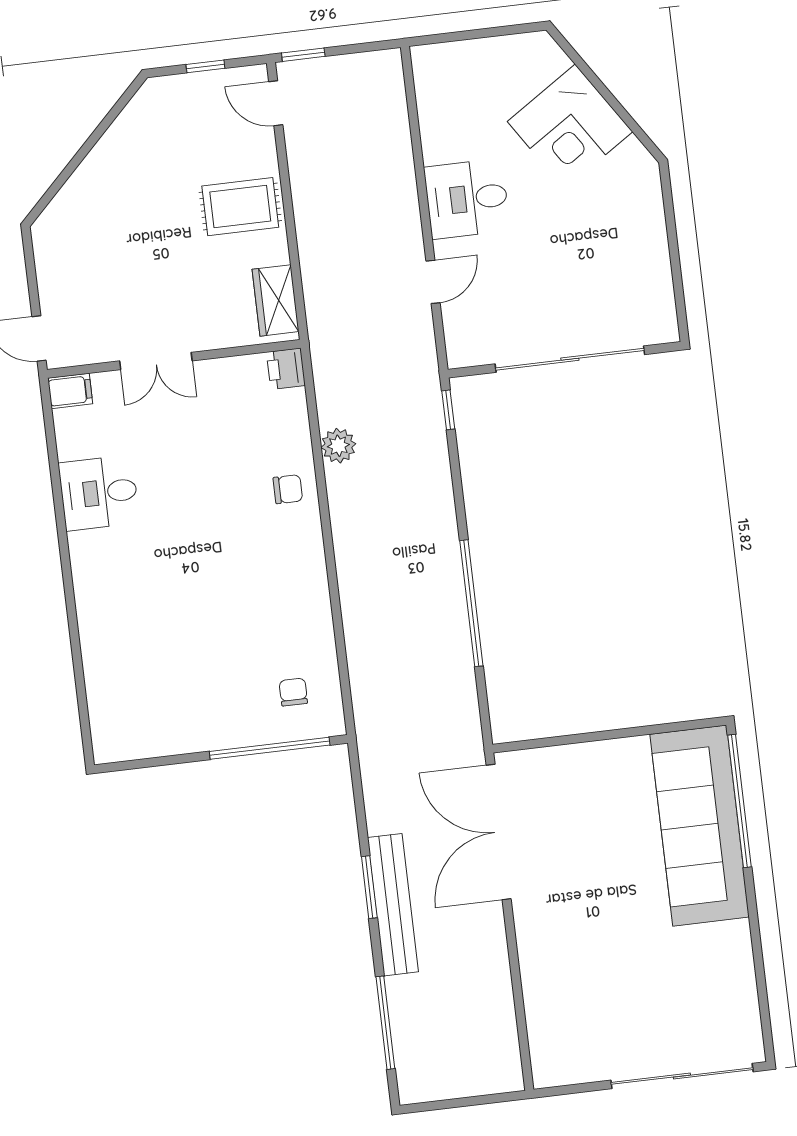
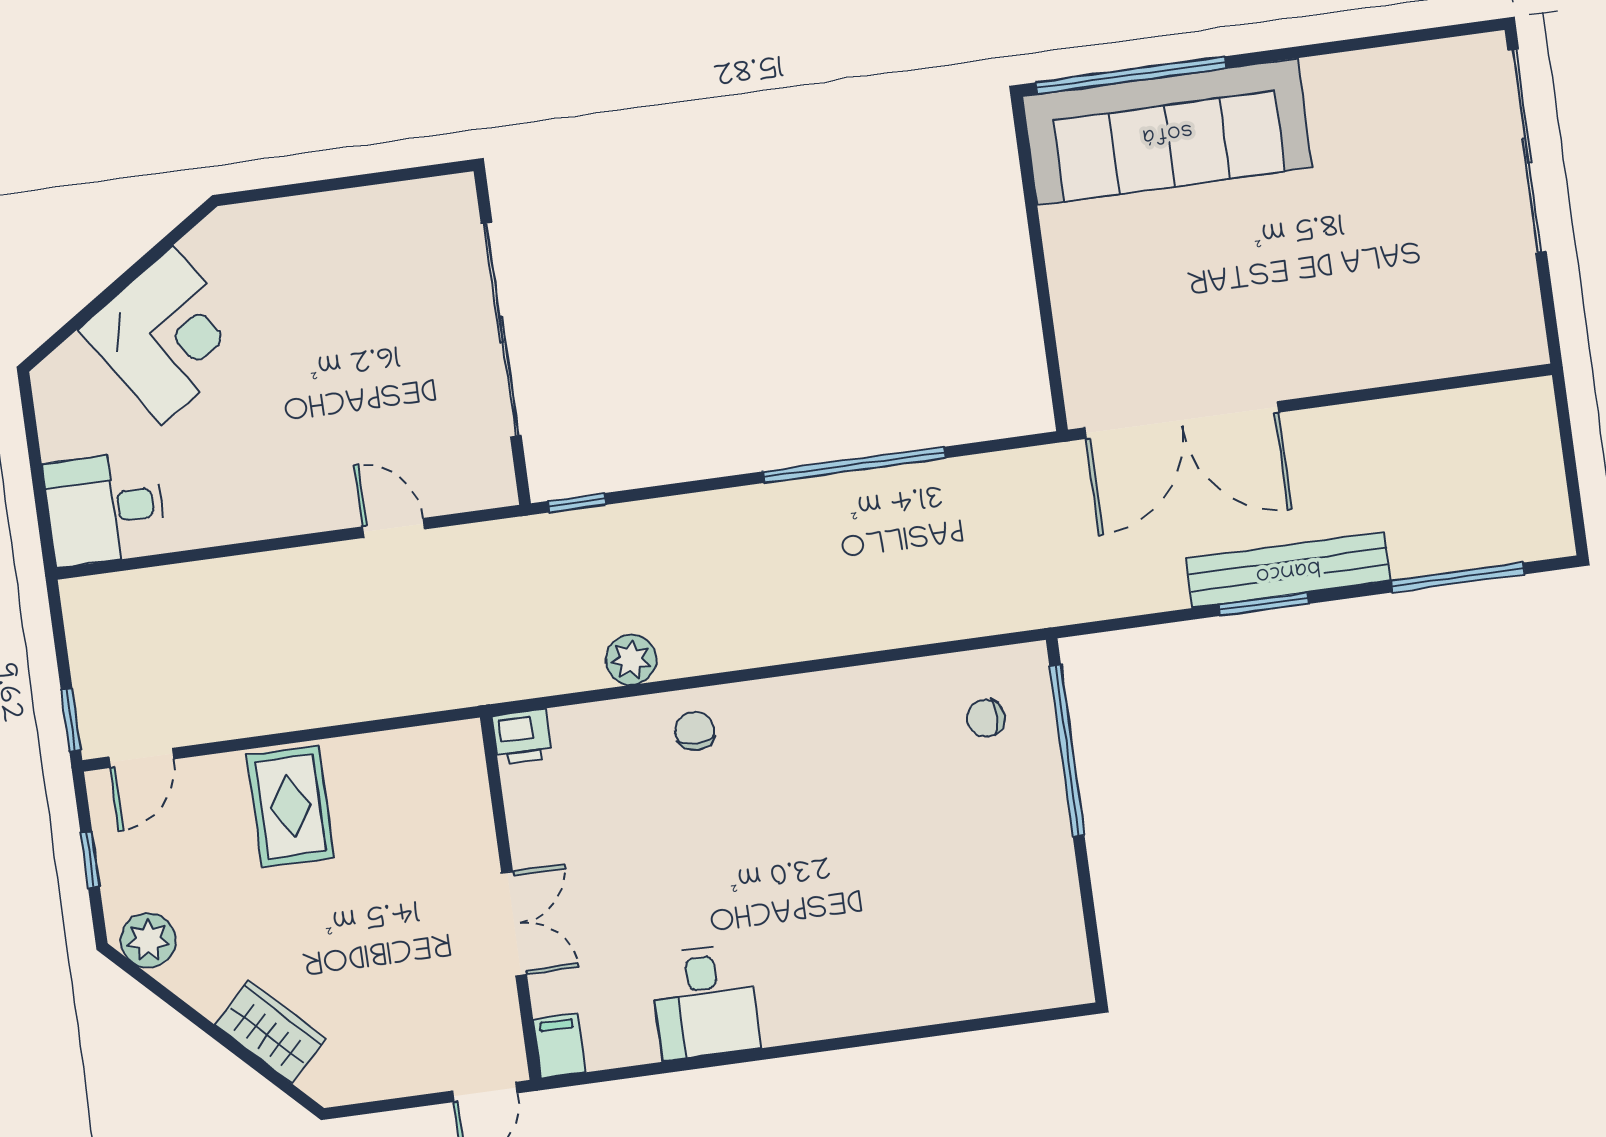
plant: (149, 106) -> (148, 940), added
desk: (467, 199) -> (105, 508), moved, turned 90
wardrobe: (276, 300) -> (270, 1032), moved, turned -135

